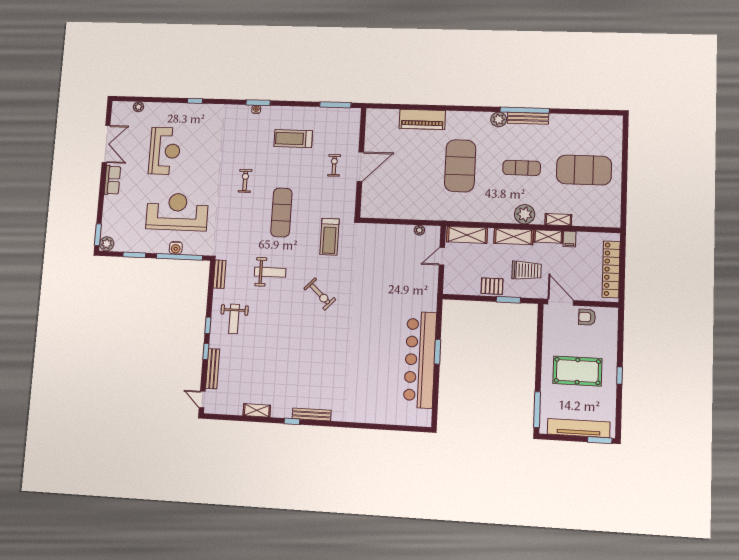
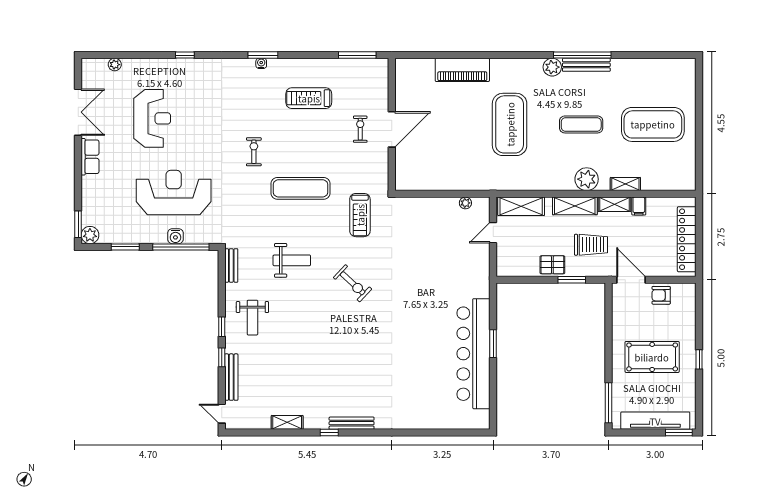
exercise mat: (281, 212) -> (301, 188), turned 90

